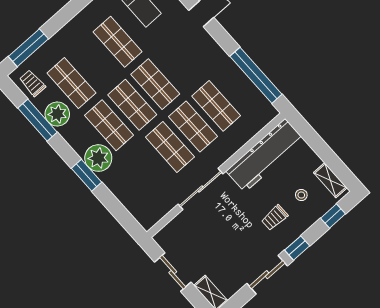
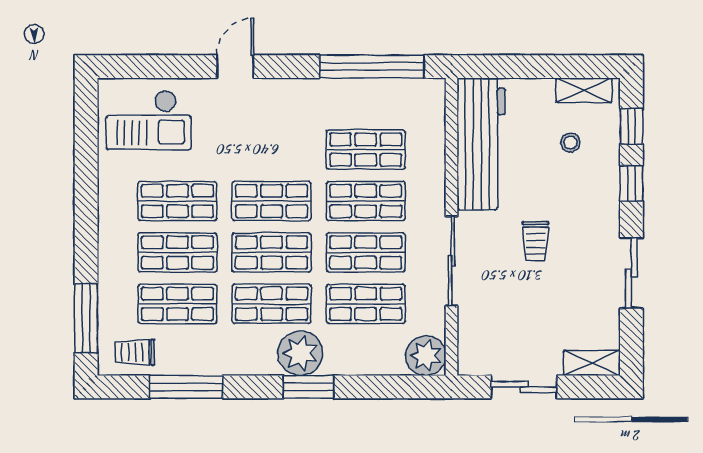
shop shelf: (94, 62) -> (177, 252), added
plant: (57, 114) -> (426, 356), moved
shop shelf: (147, 168) -> (366, 304), added
trolley: (275, 218) -> (536, 241), moved
window: (297, 248) -> (631, 183), moved

